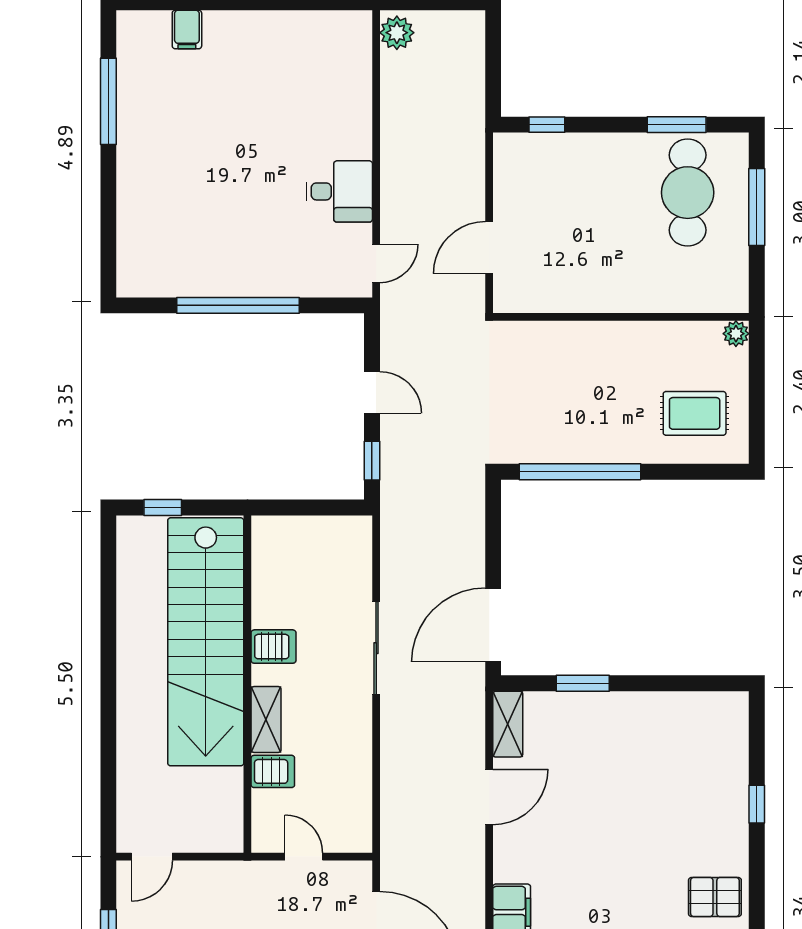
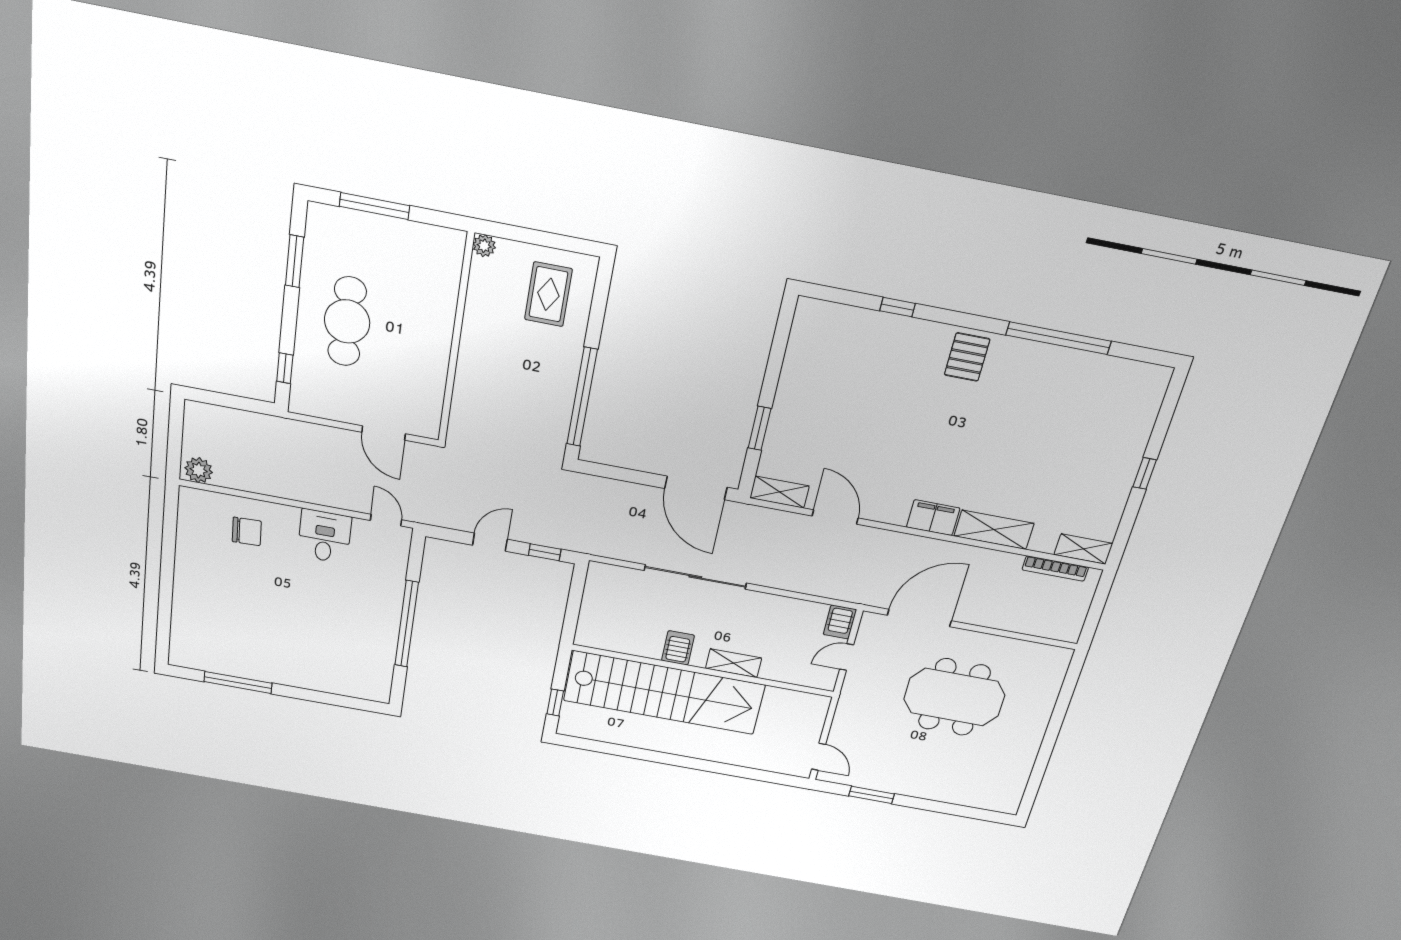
filing cabinet: (187, 29) -> (186, 620), removed
chair: (327, 96) -> (247, 531), added
cafe table: (688, 193) -> (347, 321), moved, turned 90
sliding door: (376, 648) -> (695, 577), width x1.36
server rack: (273, 771) -> (840, 622), moved, turned 180

